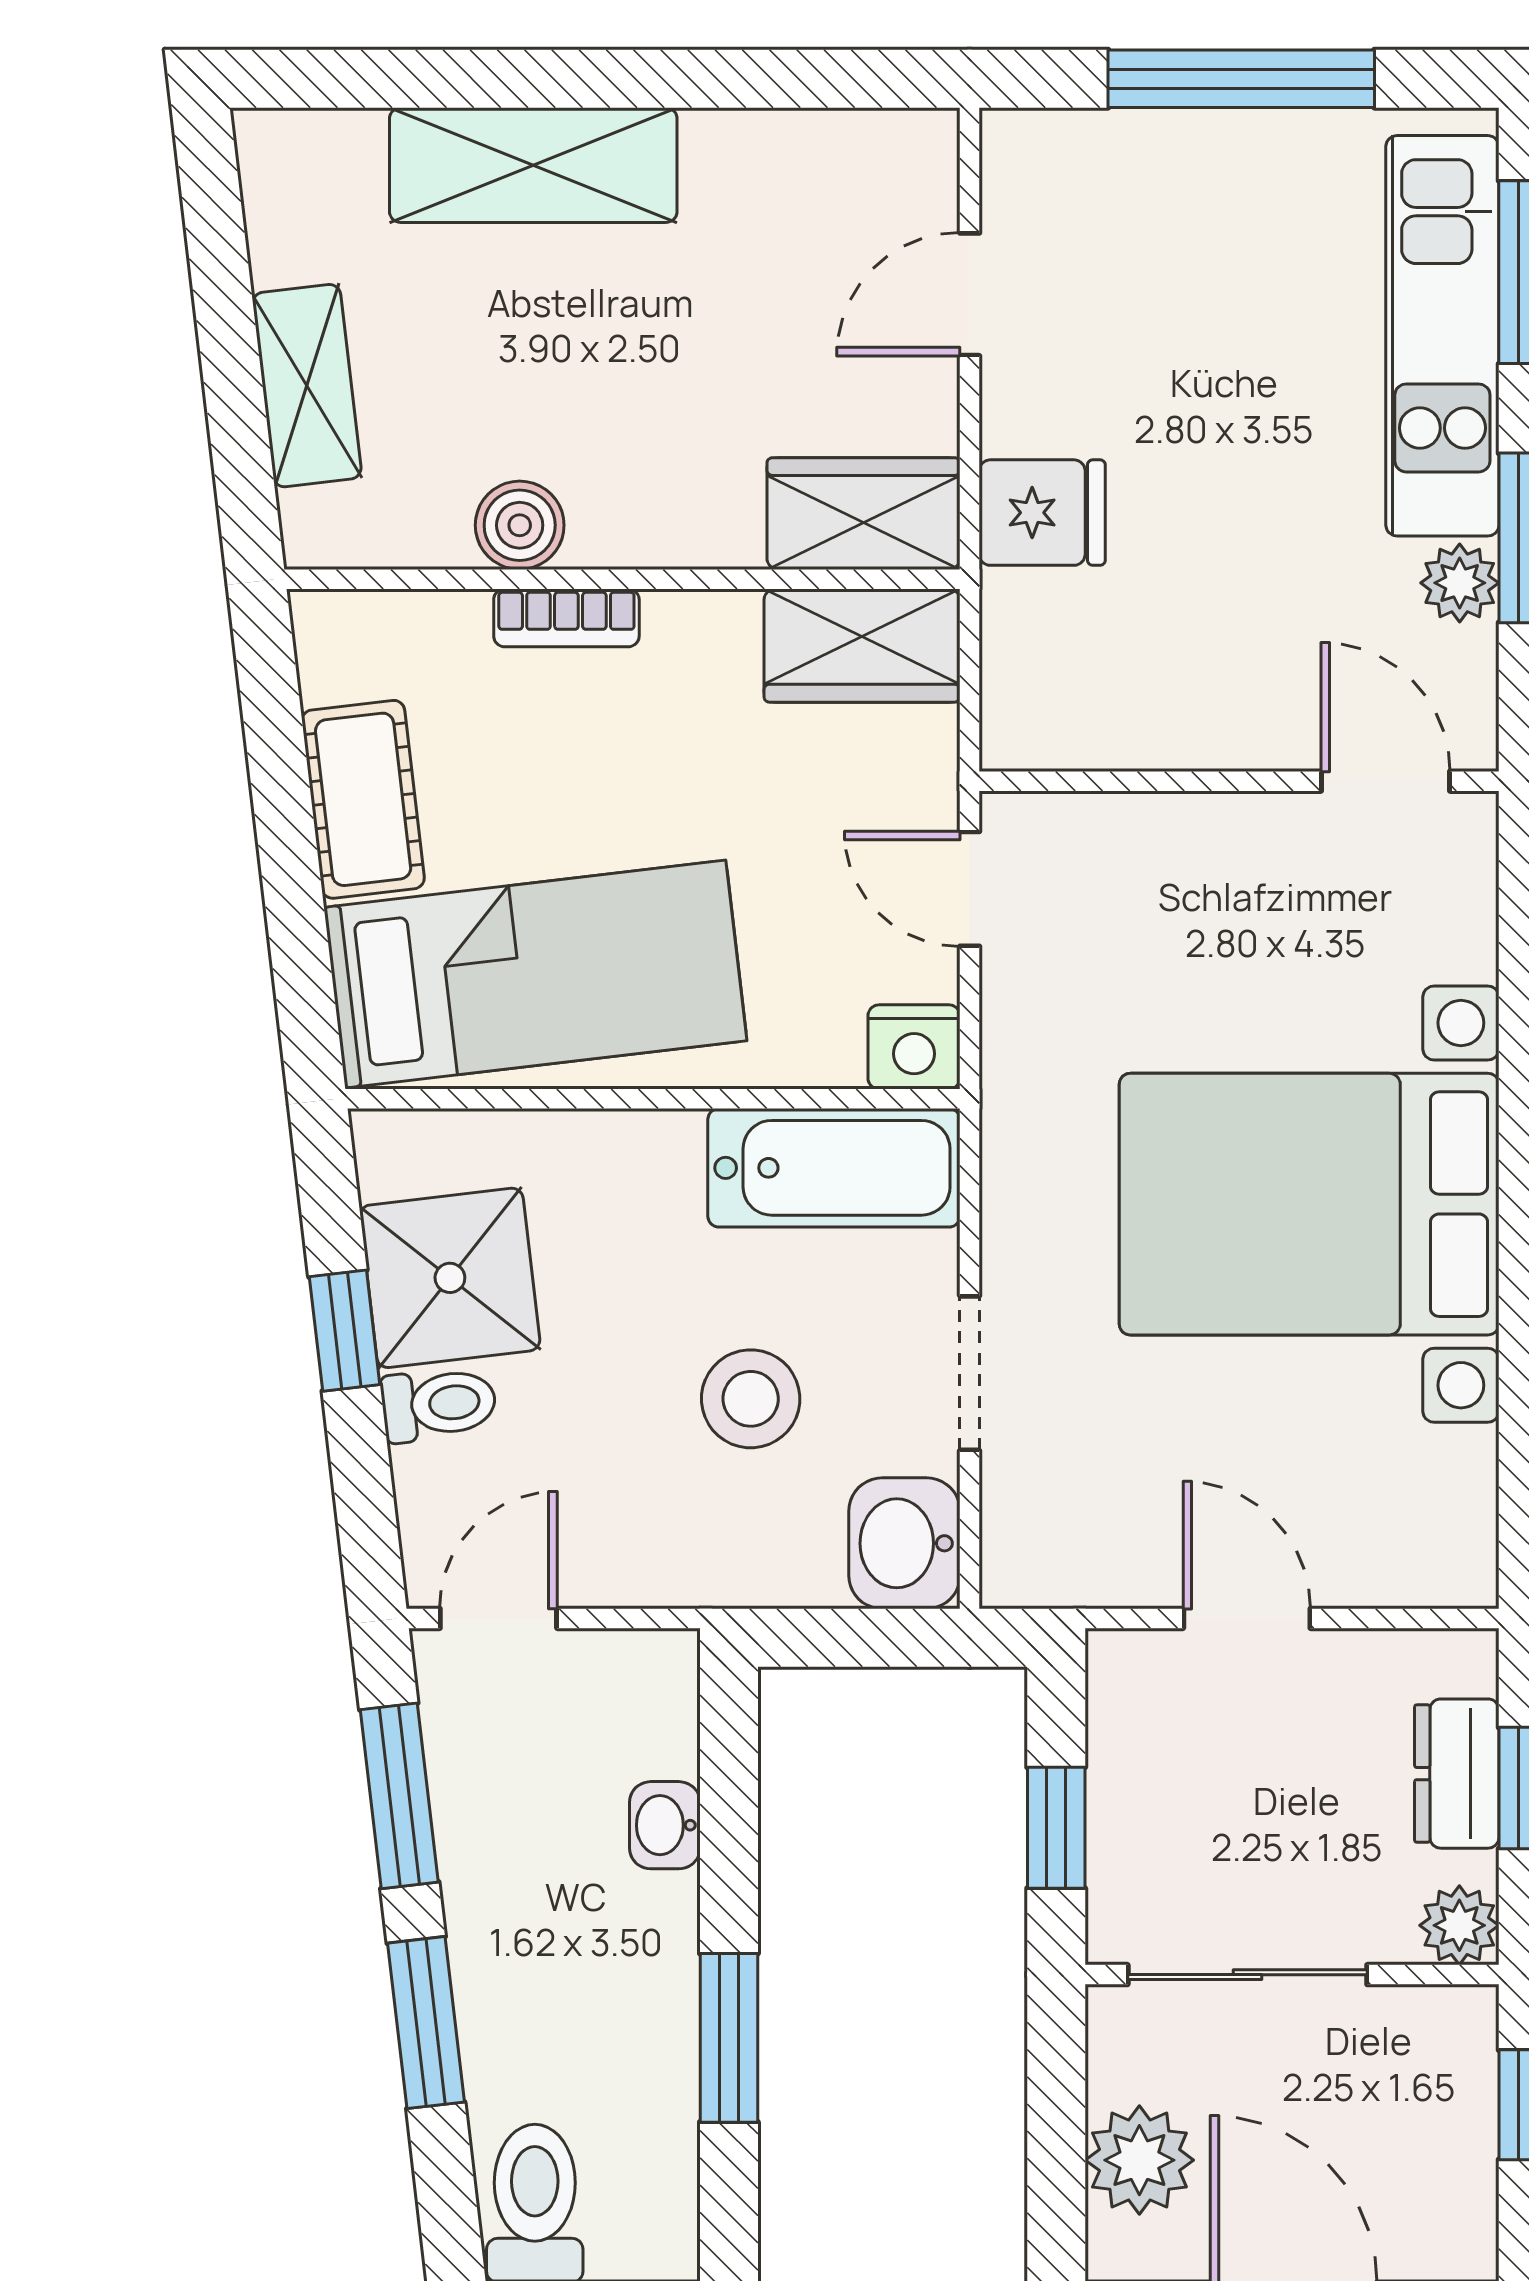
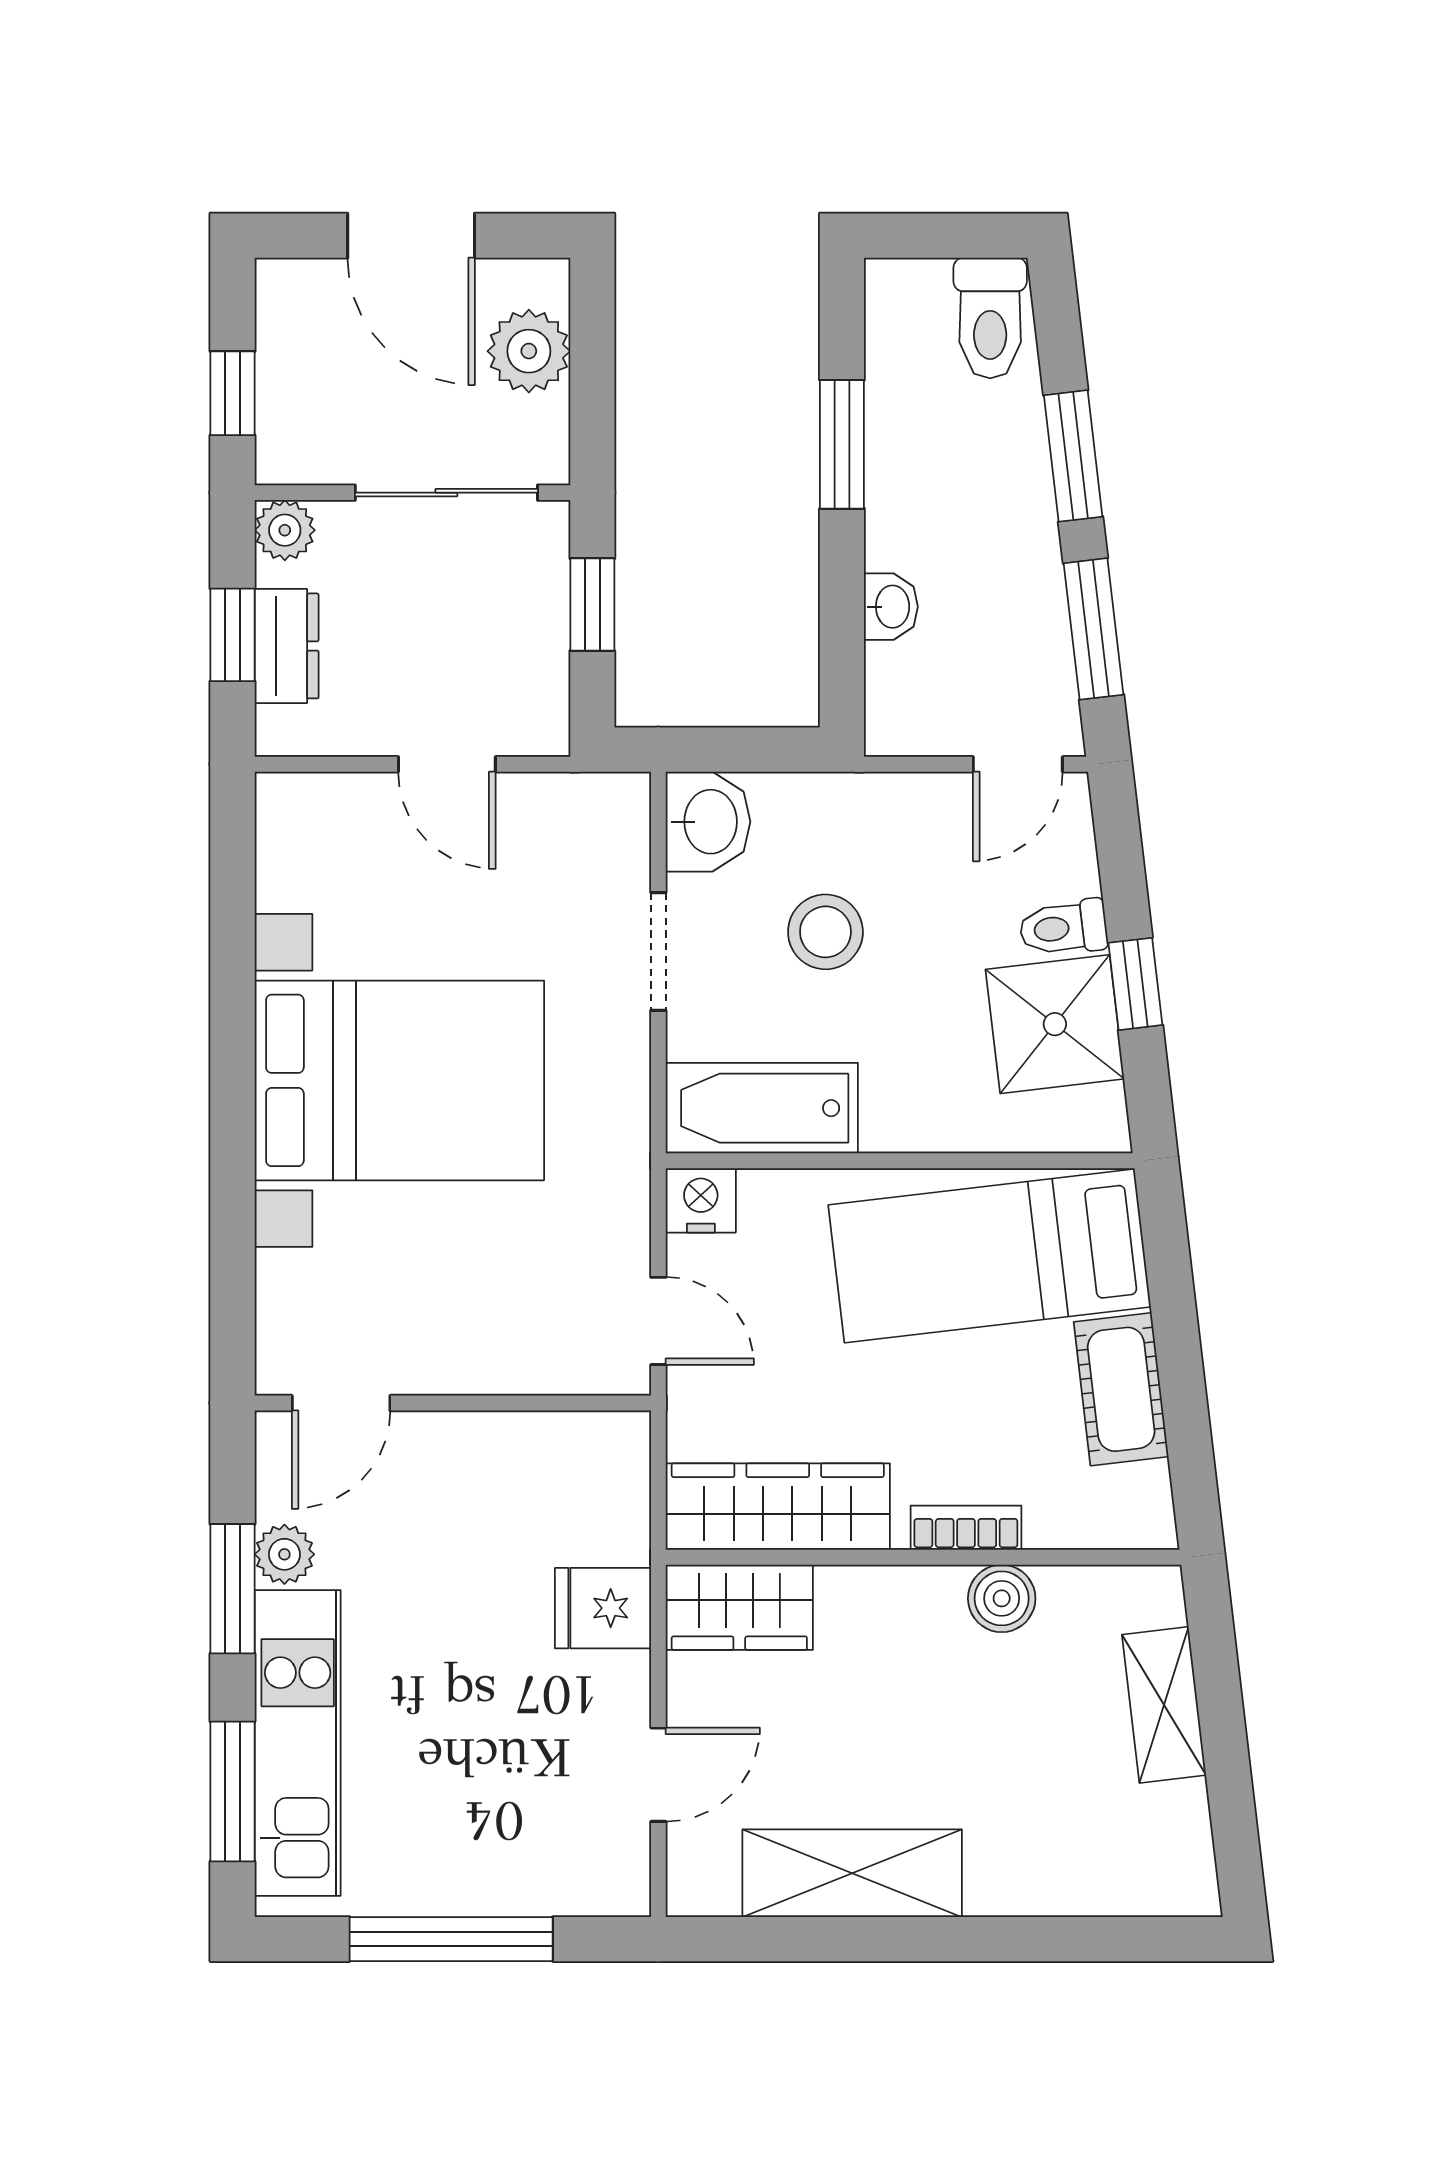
shelving: (533, 165) -> (852, 1873), moved
wardrobe: (862, 646) -> (778, 1507), width x1.50
door: (1386, 781) -> (341, 1403), hinge flipped

